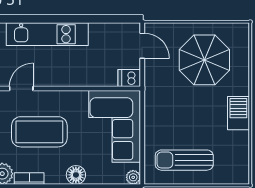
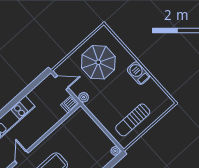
plant: (152, 84) -> (84, 97), added
corner sofa: (115, 126) -> (84, 134), removed

